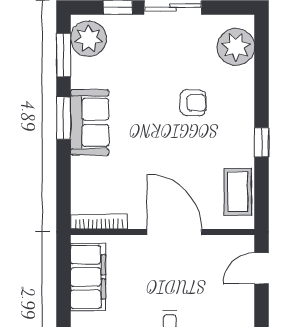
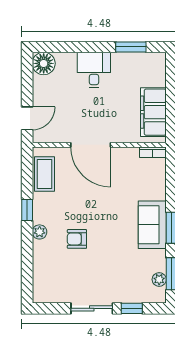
plant: (89, 39) -> (159, 279), width x0.53, depth x0.53
plant: (236, 47) -> (40, 232), moved, width x0.53, depth x0.53
bookcase: (99, 222) -> (153, 152), width x0.64

